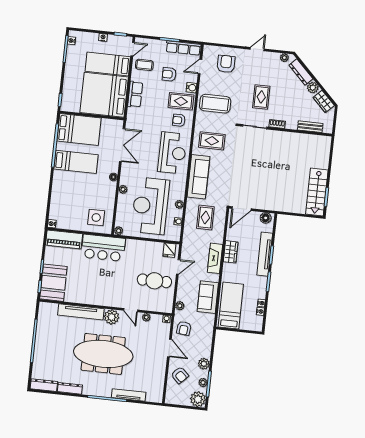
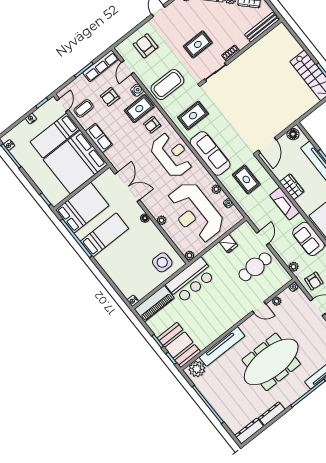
rug: (261, 97) -> (198, 44), turned 90
bench: (310, 127) -> (262, 27), width x1.36
fridge: (169, 250) -> (228, 244), moved
plant: (112, 317) -> (197, 369), moved

